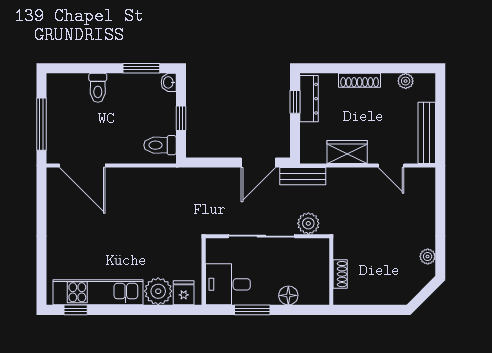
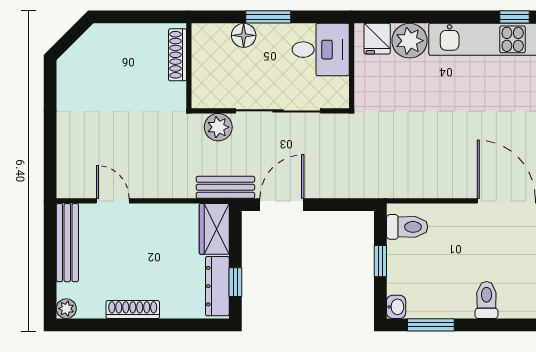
shoe rack: (360, 80) -> (133, 310), moved
plant: (406, 81) -> (66, 309), moved
wardrobe: (347, 152) -> (214, 229), moved, turned 90
plant: (428, 256) -> (66, 85), removed
shoe rack: (340, 274) -> (178, 55), width x1.43
window: (252, 310) -> (268, 17), moved

